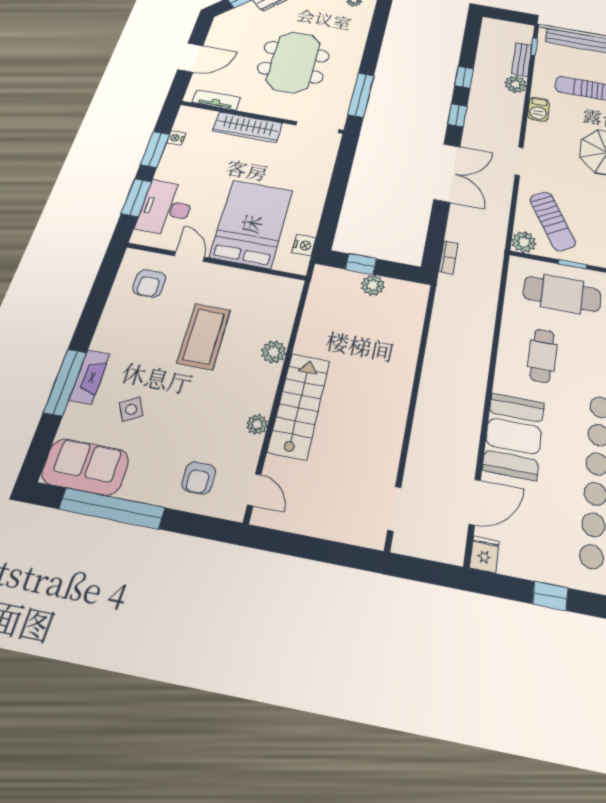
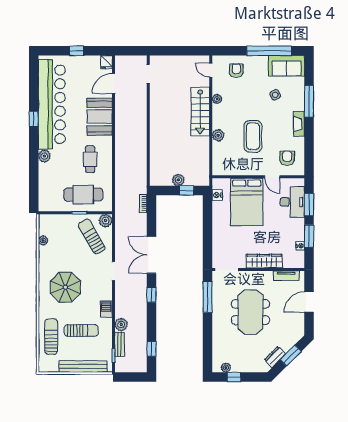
window: (464, 77) -> (151, 349), moved
fireplace: (90, 377) -> (299, 124), moved

